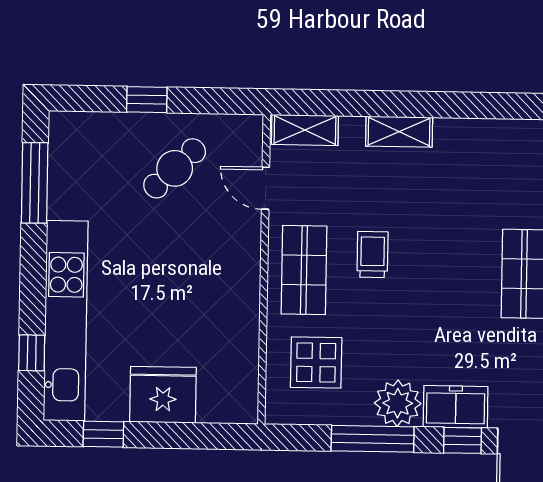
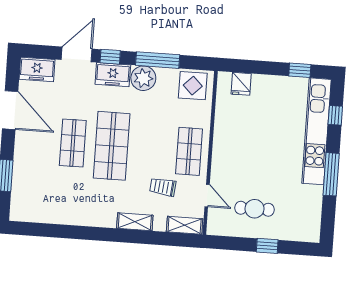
cafe table: (175, 168) -> (255, 209), turned 44
window: (35, 183) -> (331, 174), moved
trolley: (372, 255) -> (163, 187), moved, turned 96
shop shelf: (451, 273) -> (112, 146), added
display table: (316, 363) -> (193, 86), moved
fridge: (163, 395) -> (241, 84), moved, width x0.53, depth x0.75

